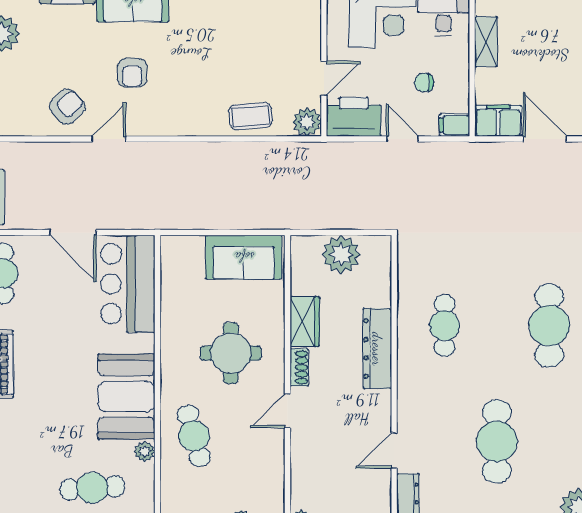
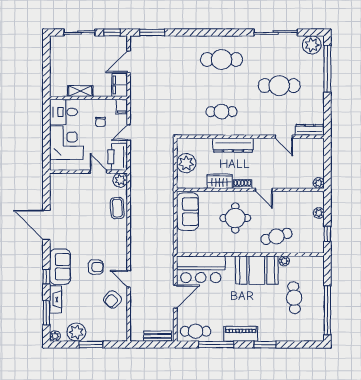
armchair: (67, 107) -> (113, 299), turned -96
cafe table: (92, 488) -> (294, 298), moved

